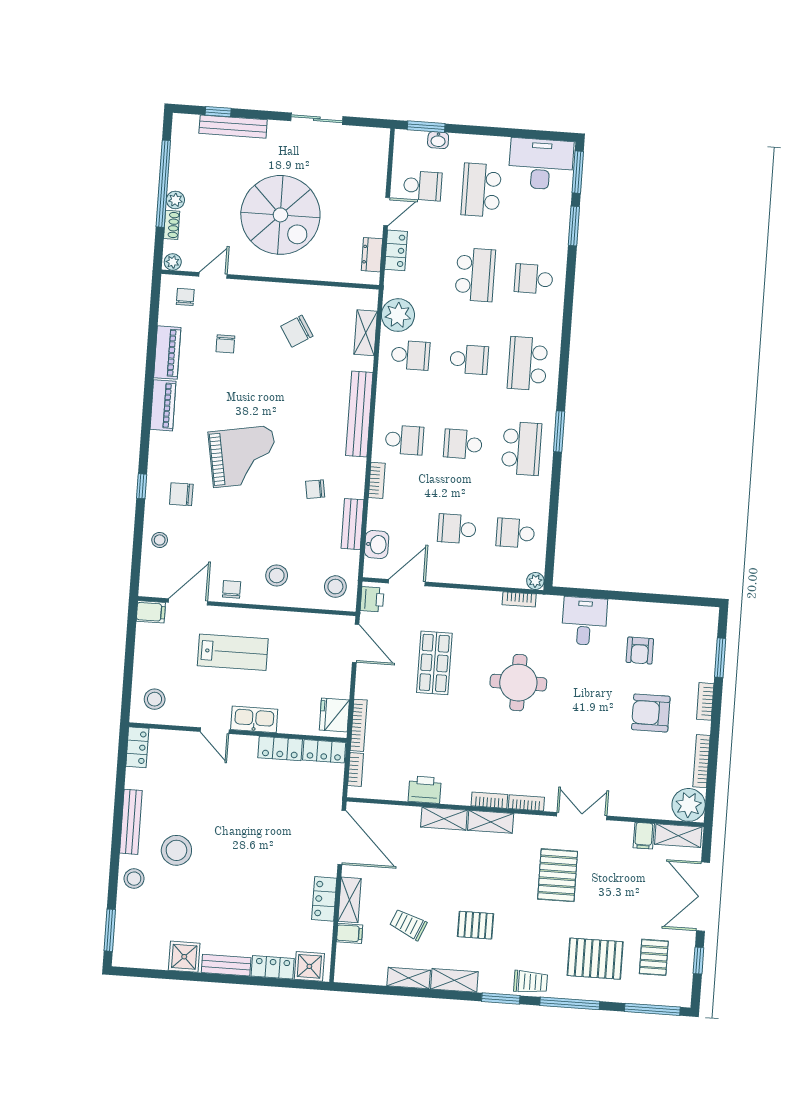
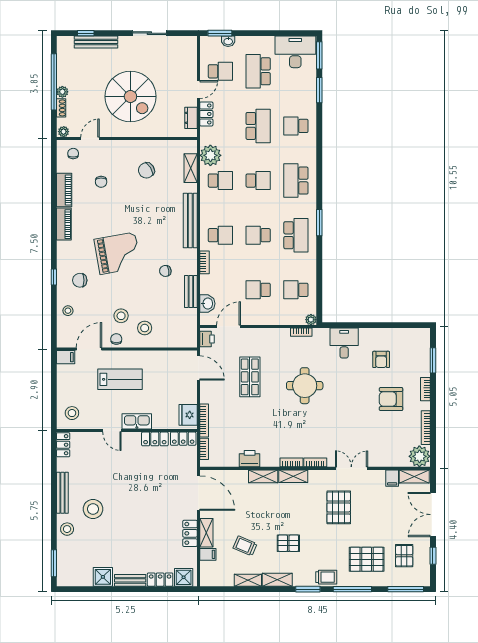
stool: (335, 587) -> (121, 316), moved

